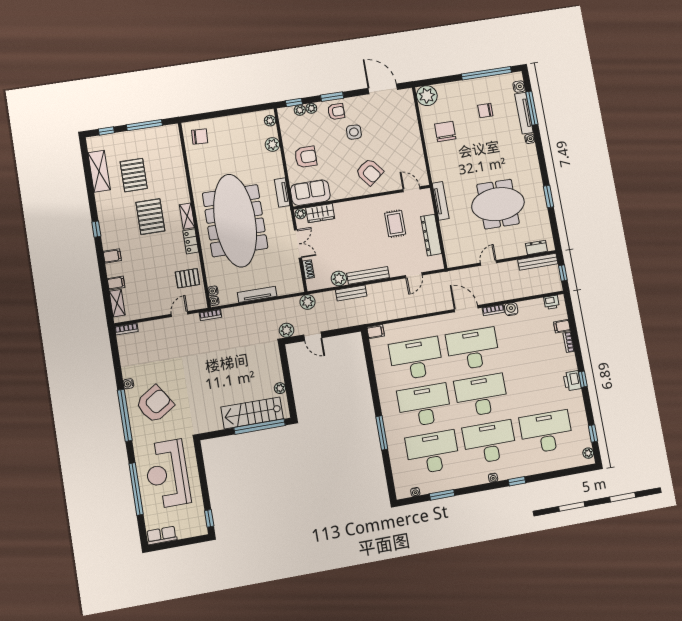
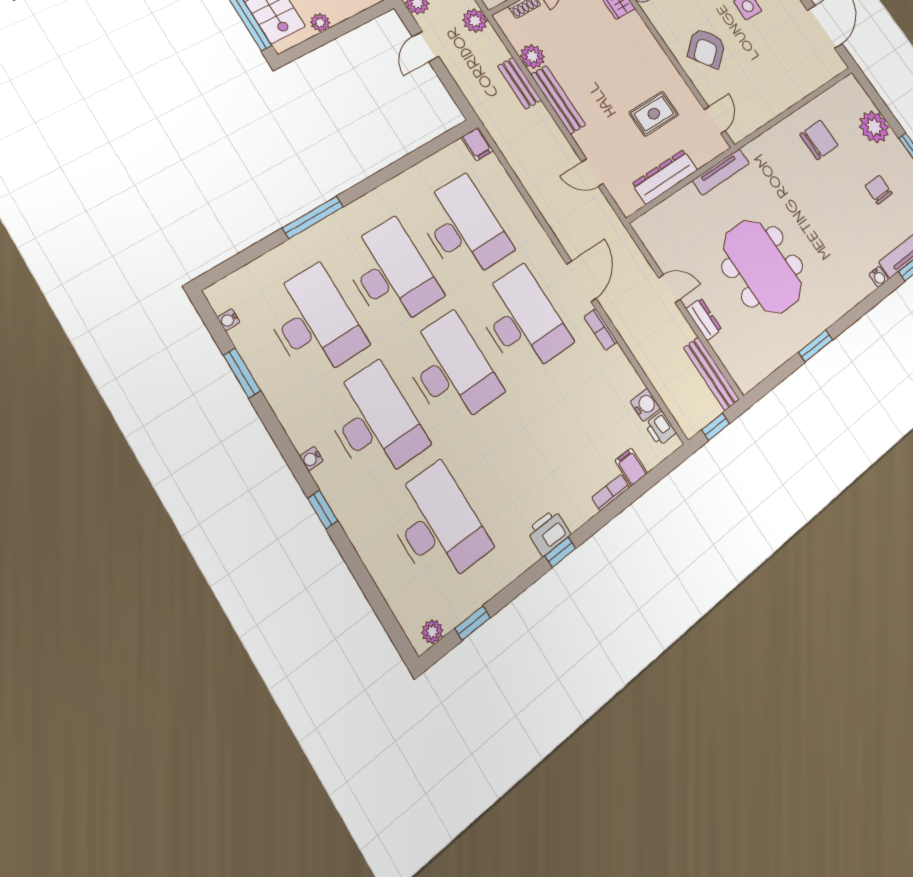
plant: (427, 96) -> (874, 127), moved
dresser: (536, 247) -> (704, 319), moved
water cooler: (511, 309) -> (645, 405), moved

